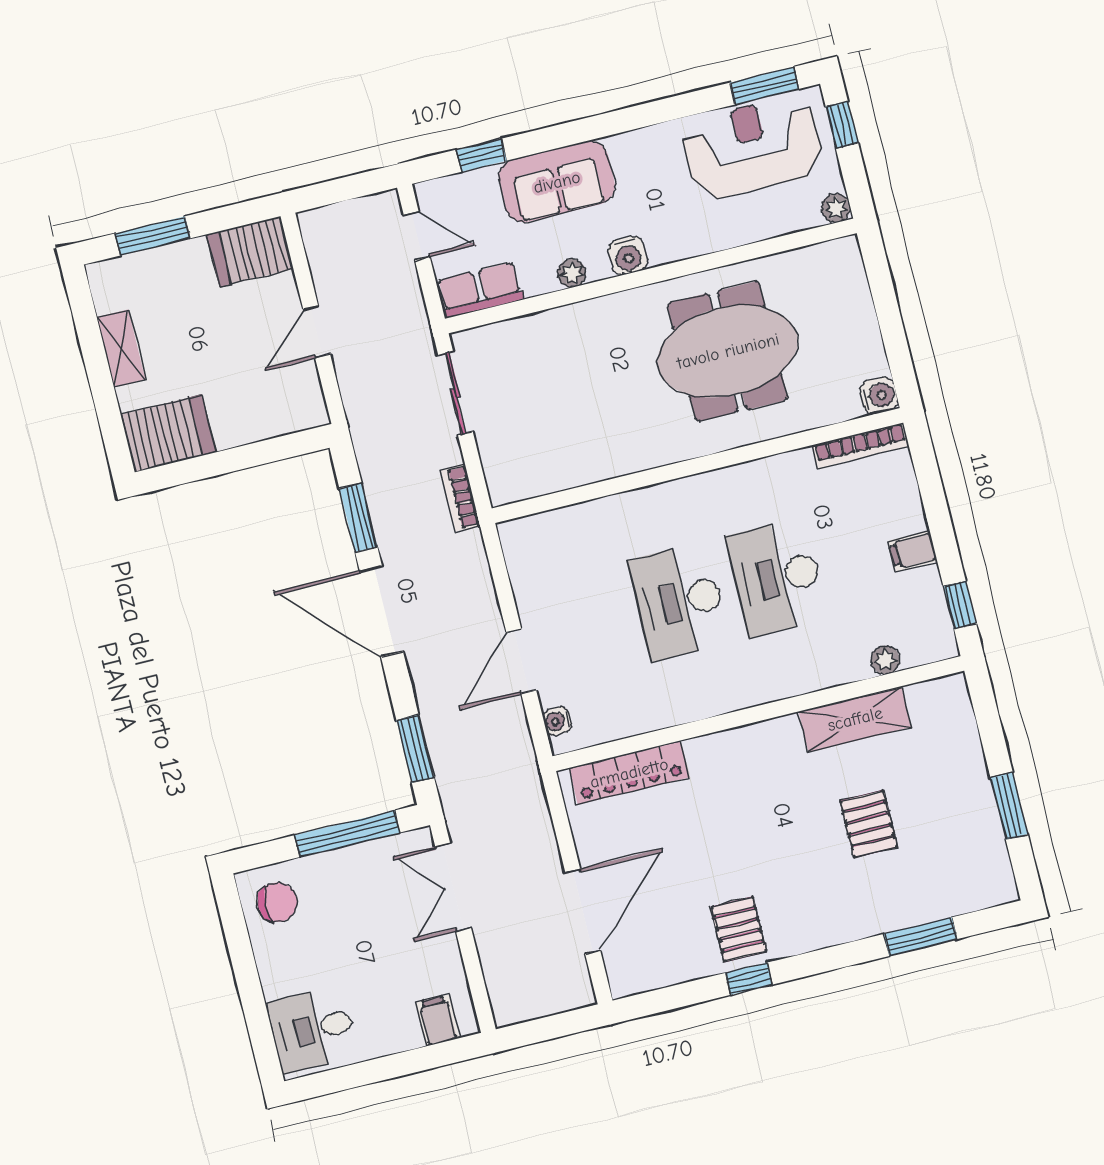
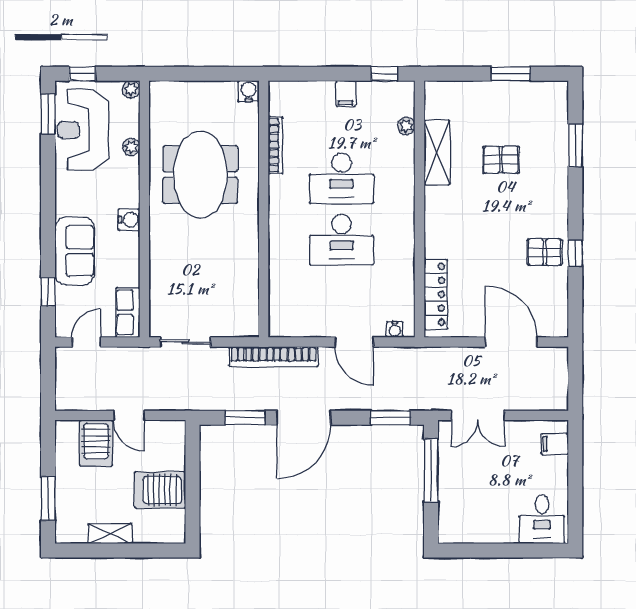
server rack: (250, 251) -> (96, 443), moved
plant: (572, 273) -> (131, 147), moved
server rack: (168, 433) -> (160, 490), moved, turned -90
bookcase: (861, 446) -> (275, 145), moved
bookcase: (460, 498) -> (273, 357), width x2.31, depth x1.31
chair: (277, 902) -> (461, 522), removed

